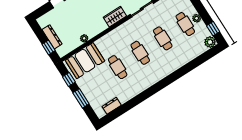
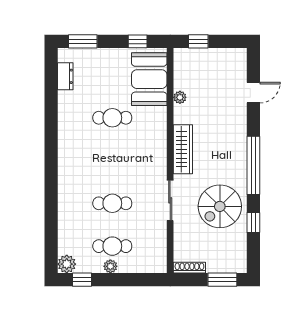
wardrobe: (115, 17) -> (183, 149), width x1.50
dresser: (52, 37) -> (210, 55), removed
cafe table: (140, 53) -> (112, 161), removed
window: (81, 98) -> (83, 41), moved

